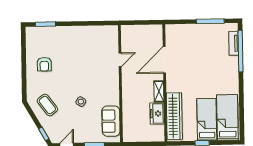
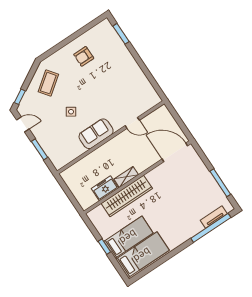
door: (164, 60) -> (175, 152), moved
wardrobe: (174, 116) -> (127, 196), moved
sofa: (111, 121) -> (96, 134), moved

